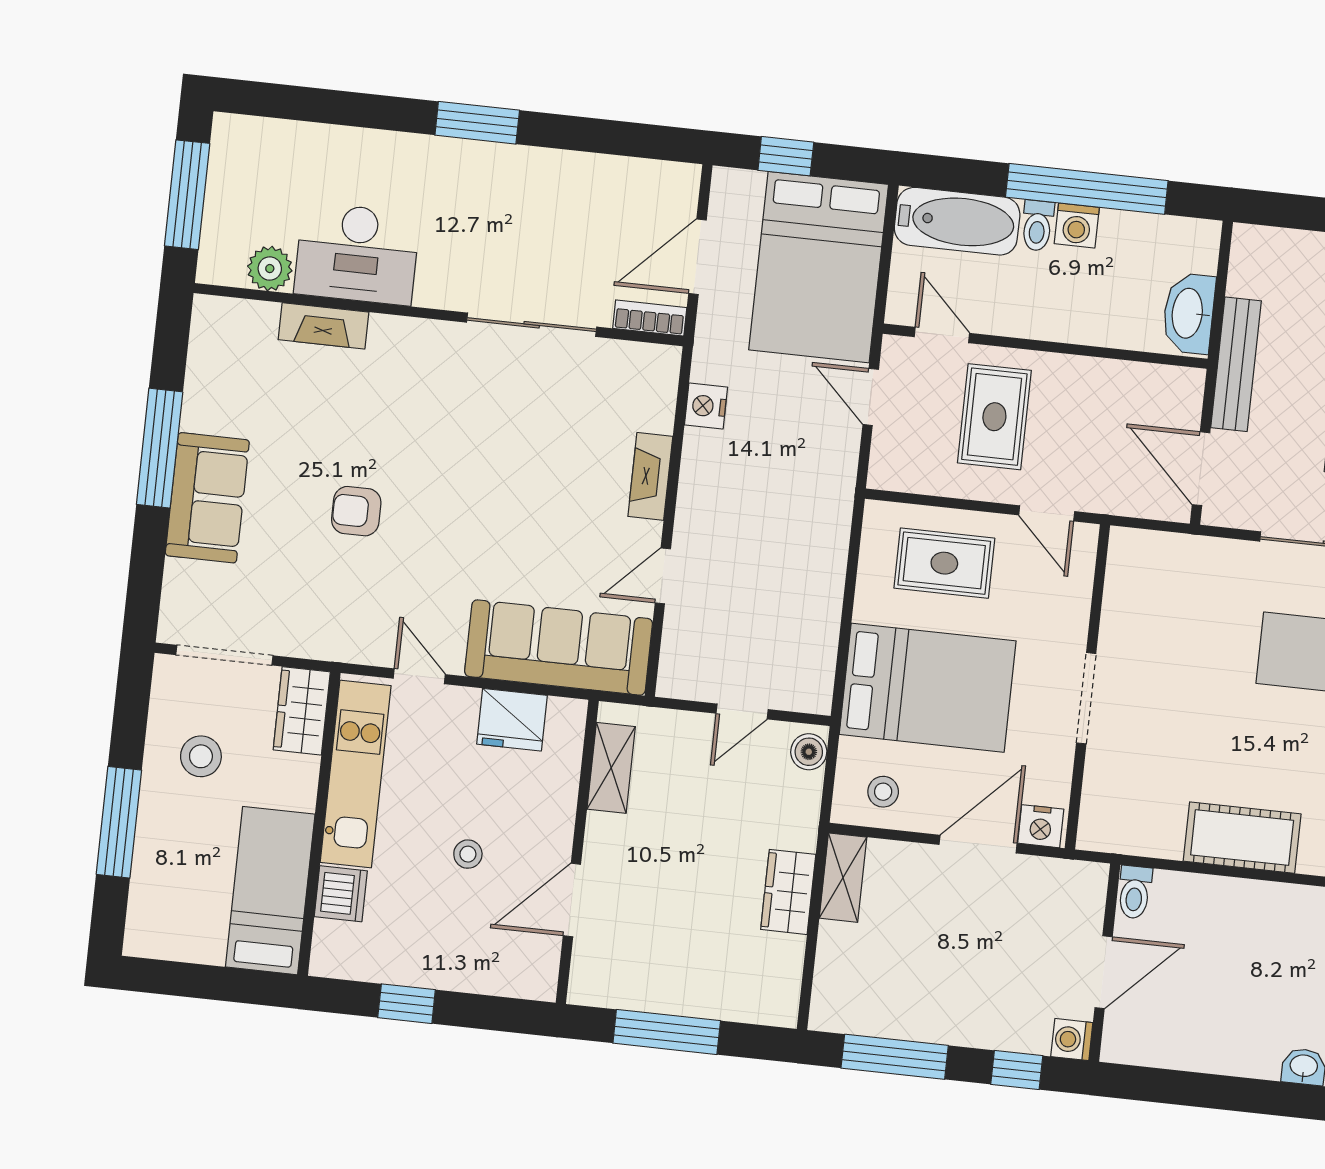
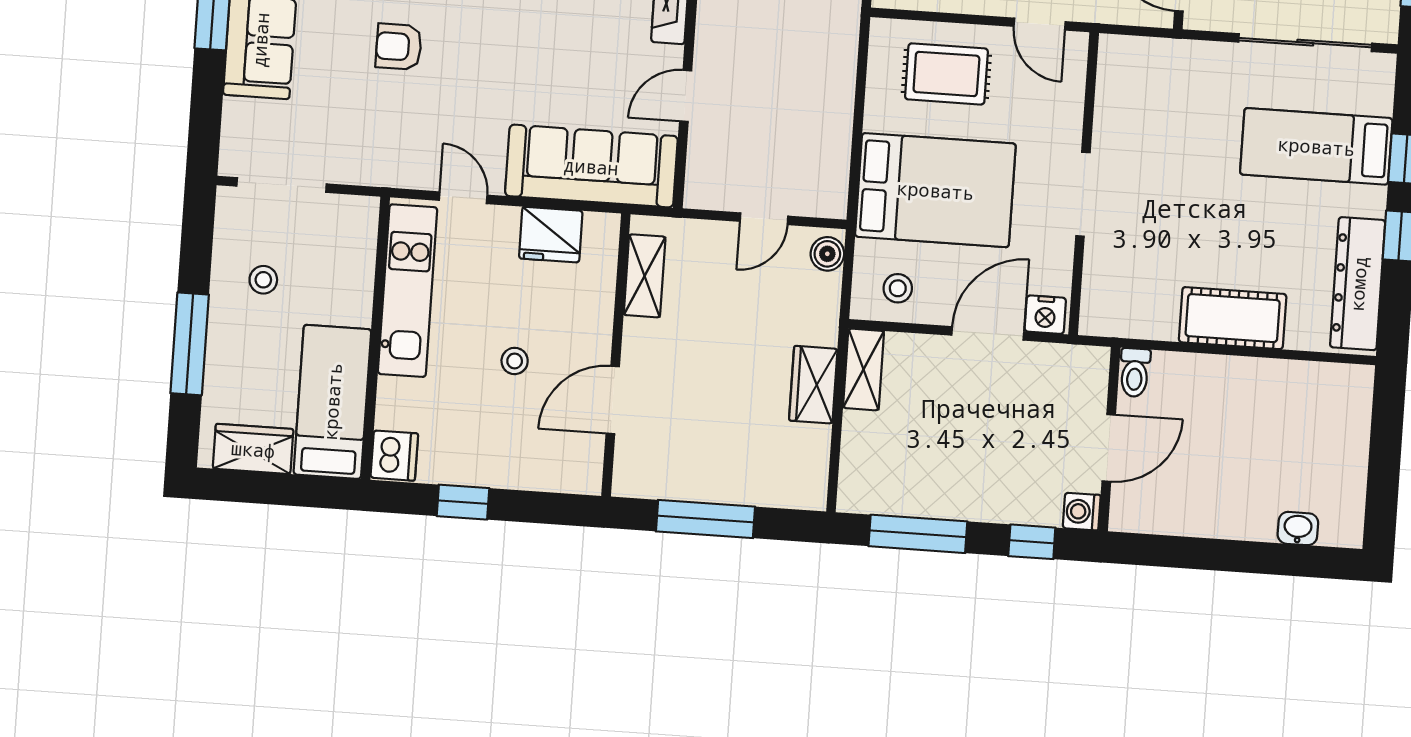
wardrobe: (302, 711) -> (253, 449), moved, turned 90
stool: (201, 756) -> (263, 280), width x0.73, depth x0.73
dishwasher: (341, 894) -> (394, 456), moved

